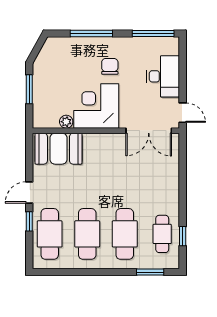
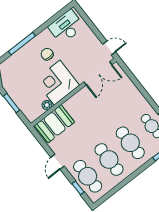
window: (153, 33) -> (57, 16), removed
desk: (163, 76) -> (66, 27), moved, turned -90
window: (29, 221) -> (78, 188), moved

